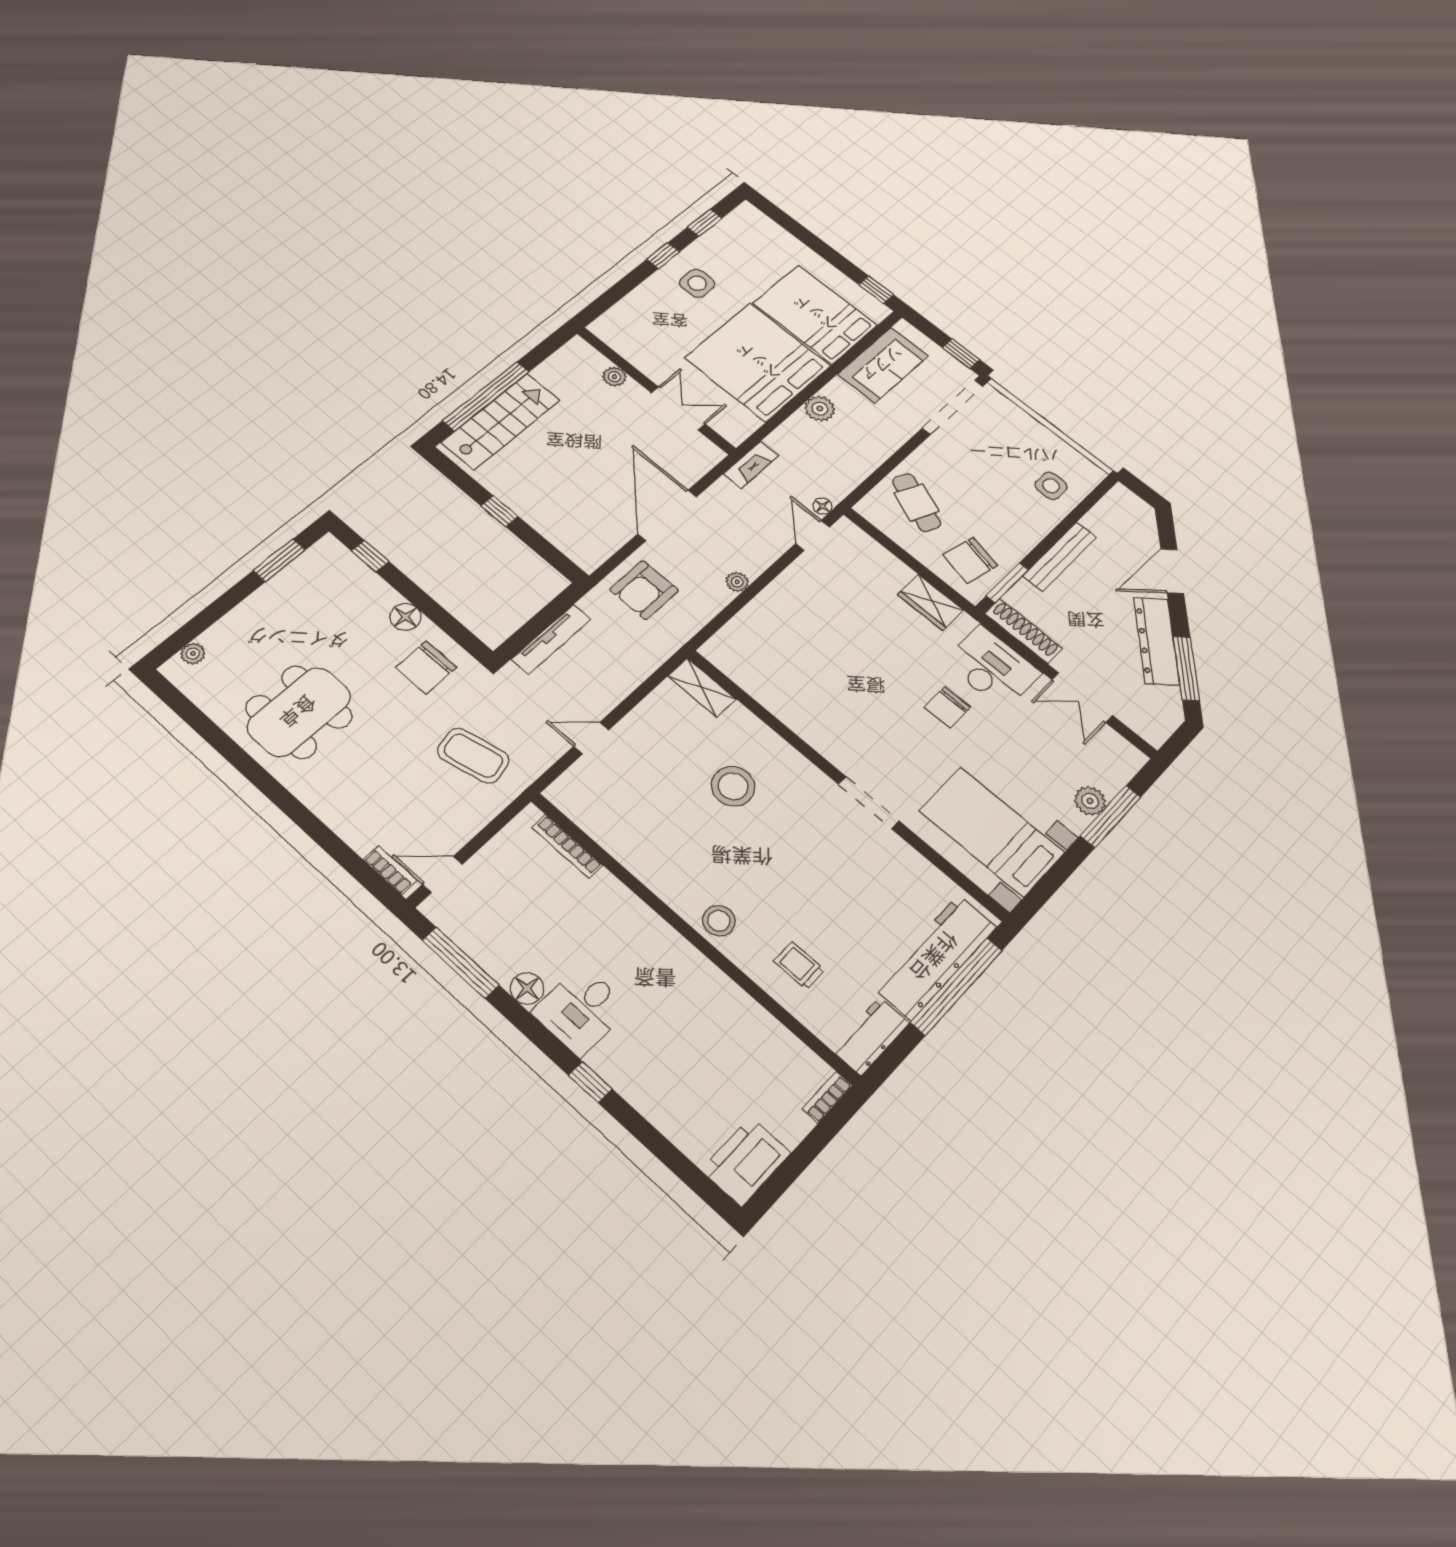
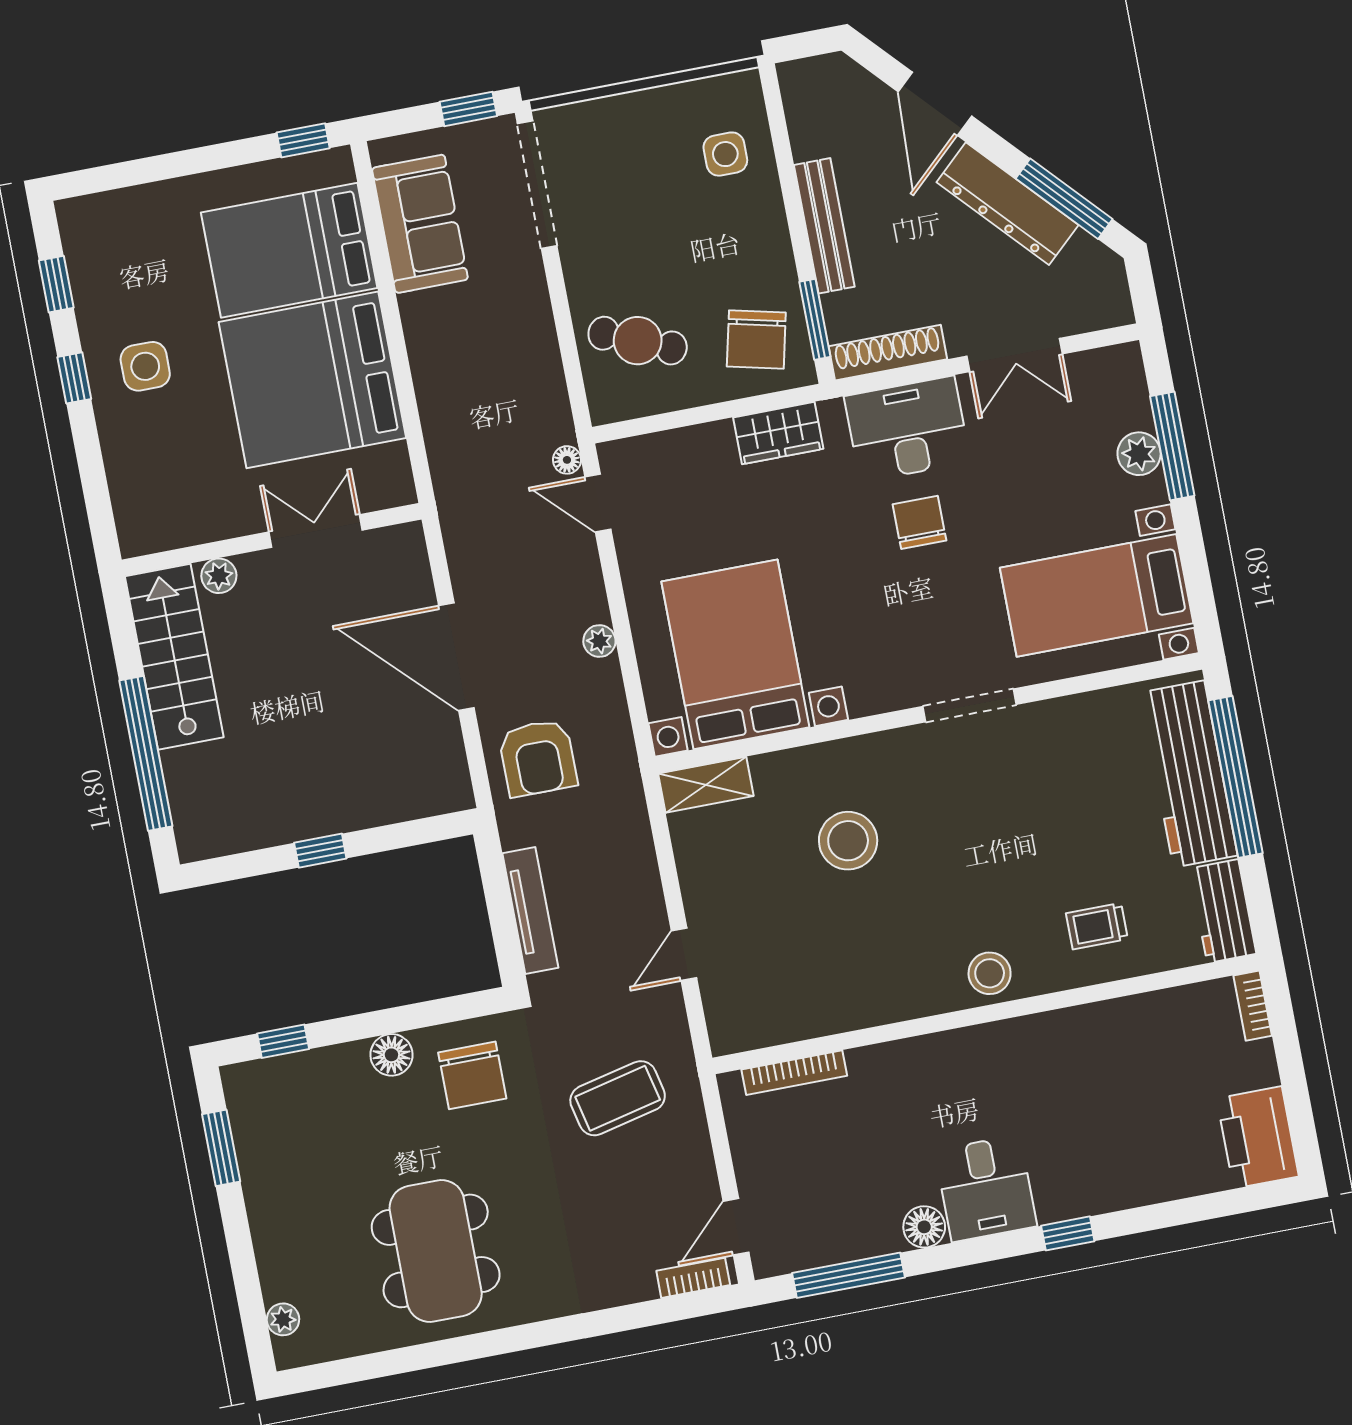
plant: (820, 409) -> (430, 355), removed
stairs: (501, 421) -> (174, 657), moved
fireplace: (751, 465) -> (453, 503), removed
bed with nightstands: (790, 657) -> (735, 654), added
chair: (947, 707) -> (919, 522), turned 180

